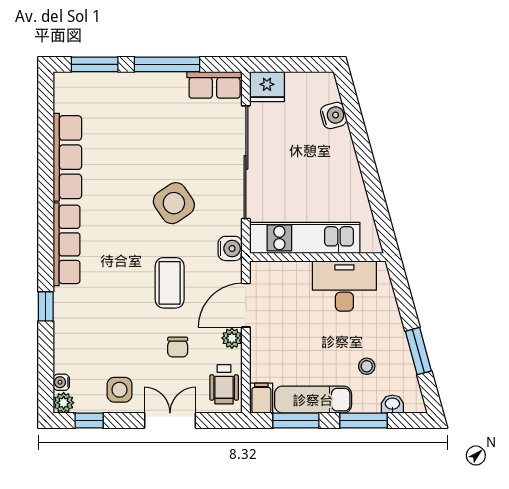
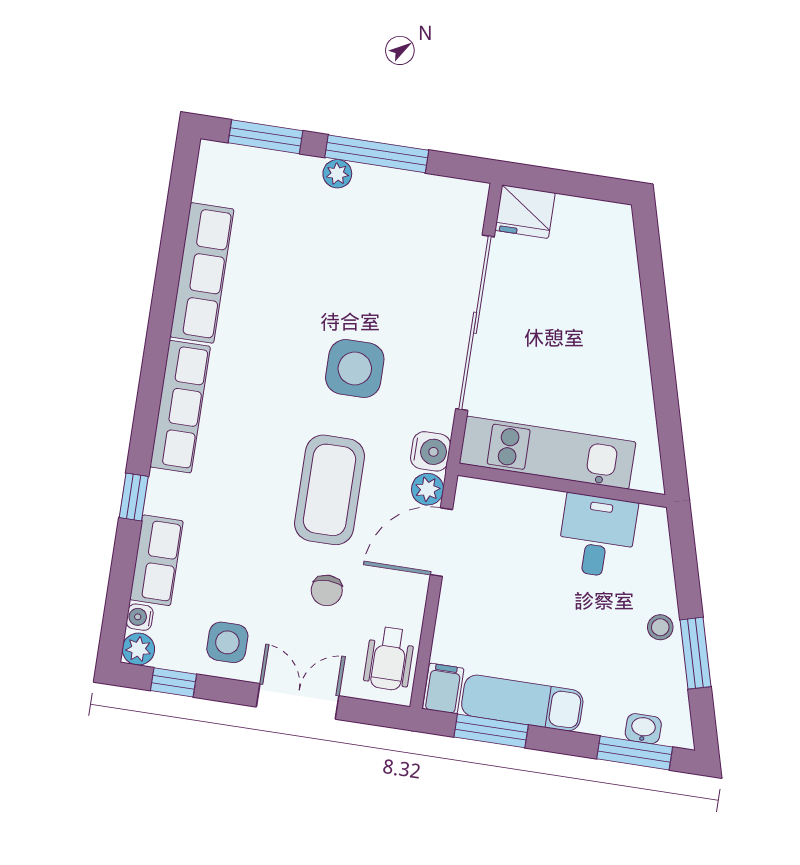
plant: (144, 81) -> (337, 174), added
row of seats: (215, 85) -> (156, 560), moved, turned -90
water cooler: (334, 115) -> (621, 271), removed
side table: (174, 203) -> (355, 369), turned 34
coffee table: (170, 283) -> (330, 490), width x1.36, depth x1.32
desk: (344, 286) -> (597, 536), width x0.73
plant: (232, 338) -> (428, 489), moved
stool: (367, 366) -> (660, 627), moved
window: (364, 420) -> (635, 753), moved

